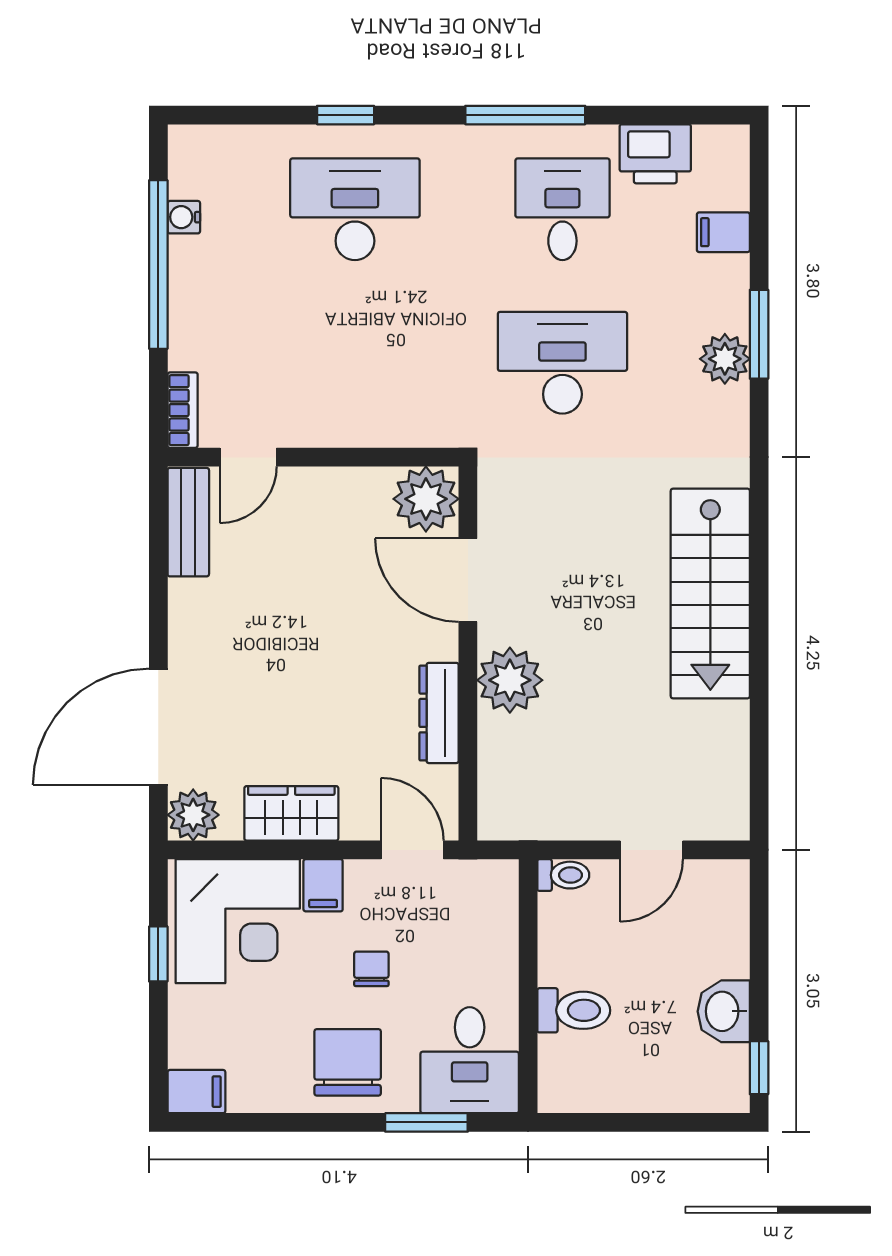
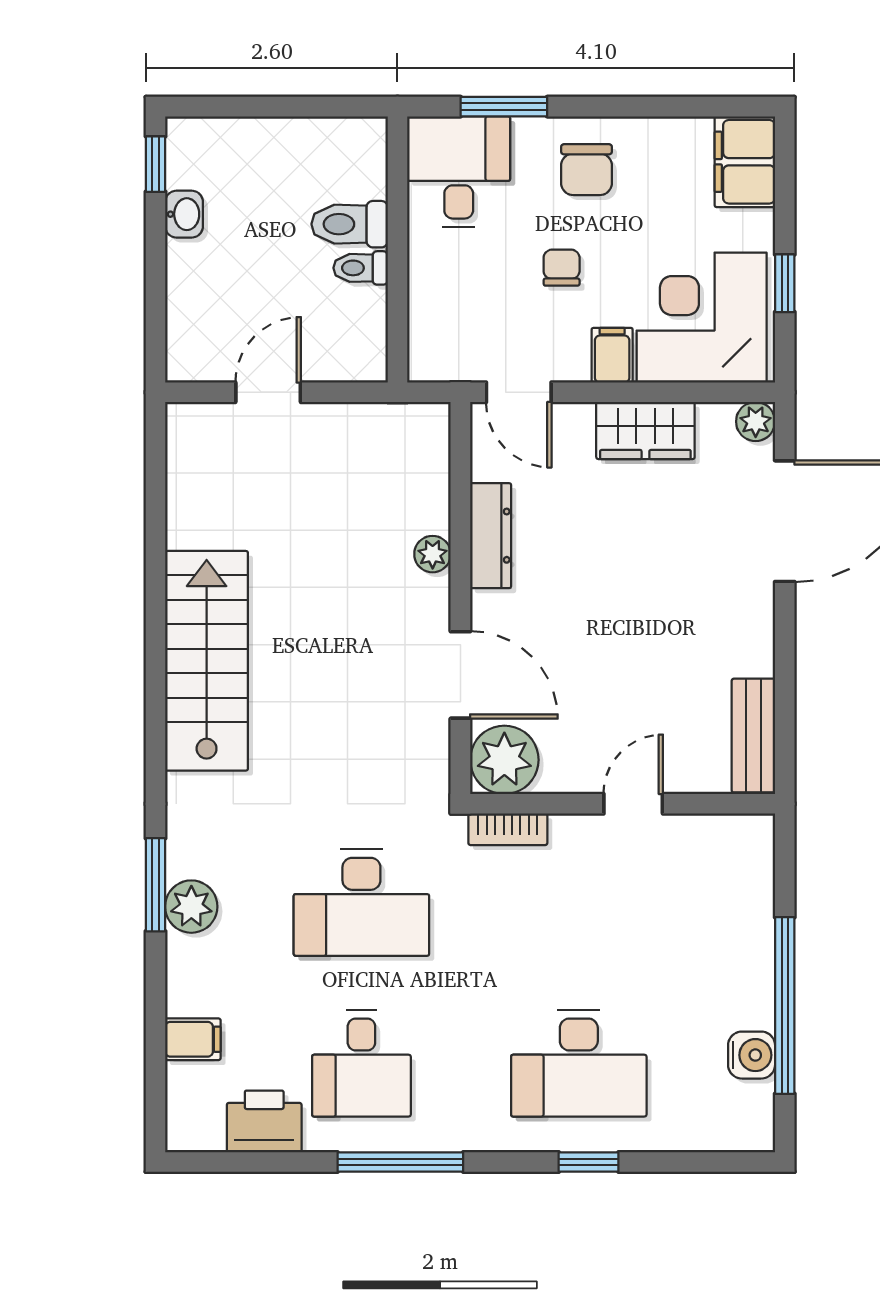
water cooler: (184, 217) -> (752, 1055), width x1.38, depth x1.38
window: (759, 334) -> (155, 885), moved
bookcase: (183, 410) -> (508, 829), moved, turned -90
door: (248, 457) -> (633, 804), moved
plant: (510, 680) -> (433, 554), width x0.53, depth x0.53
plant: (193, 815) -> (756, 422), width x0.73, depth x0.73
toilet: (563, 875) -> (361, 268), moved
chair: (371, 969) -> (562, 268), turned 180
washbasin: (724, 1011) -> (184, 214), width x0.72, depth x0.69
chair: (348, 1062) -> (586, 170), width x0.73, depth x0.73
filing cabinet: (196, 1092) -> (745, 162), width x2.00

